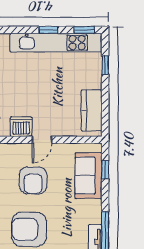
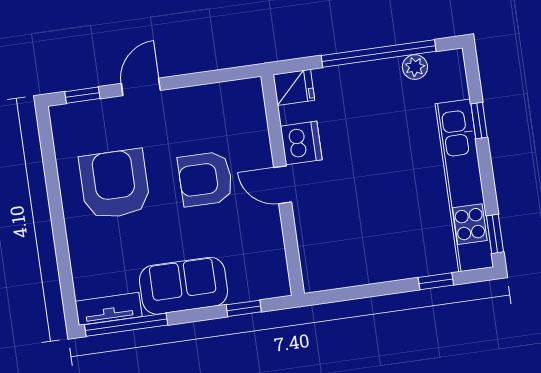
window: (48, 30) -> (479, 121), moved
kitchen counter: (92, 110) -> (349, 268), removed
sofa: (89, 176) -> (183, 286), moved

